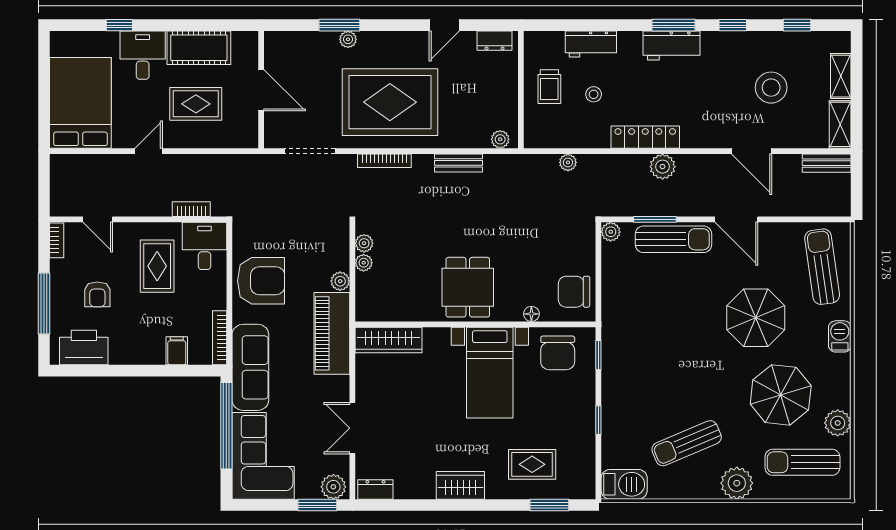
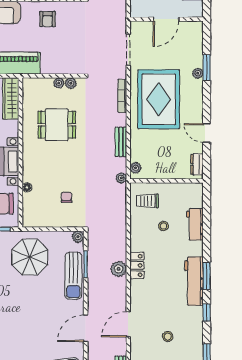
workbench: (672, 45) -> (194, 281), width x1.38
trolley: (549, 87) -> (147, 201), moved
stool: (771, 88) -> (168, 336), width x0.53, depth x0.53
locker: (645, 137) -> (137, 265), width x0.66
plant: (568, 162) -> (121, 178), moved
door: (736, 219) -> (86, 328), moved
armchair: (261, 281) -> (48, 19), width x0.53, depth x0.53
plant: (340, 281) -> (47, 68), removed
dining table: (468, 287) -> (57, 125), moved
chair: (574, 292) -> (66, 197), moved, width x0.54, depth x0.54
parasol: (756, 318) -> (30, 257), moved

